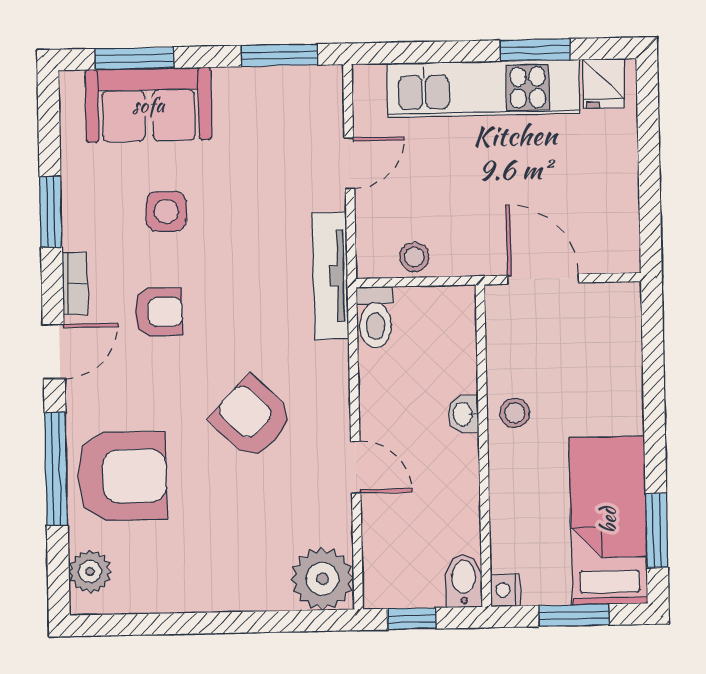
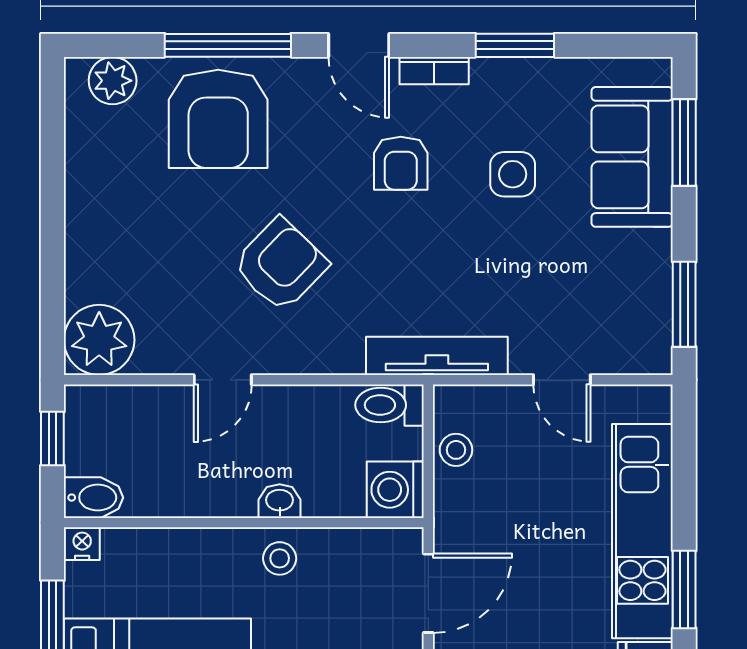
washing machine: (451, 311) -> (395, 490), added

